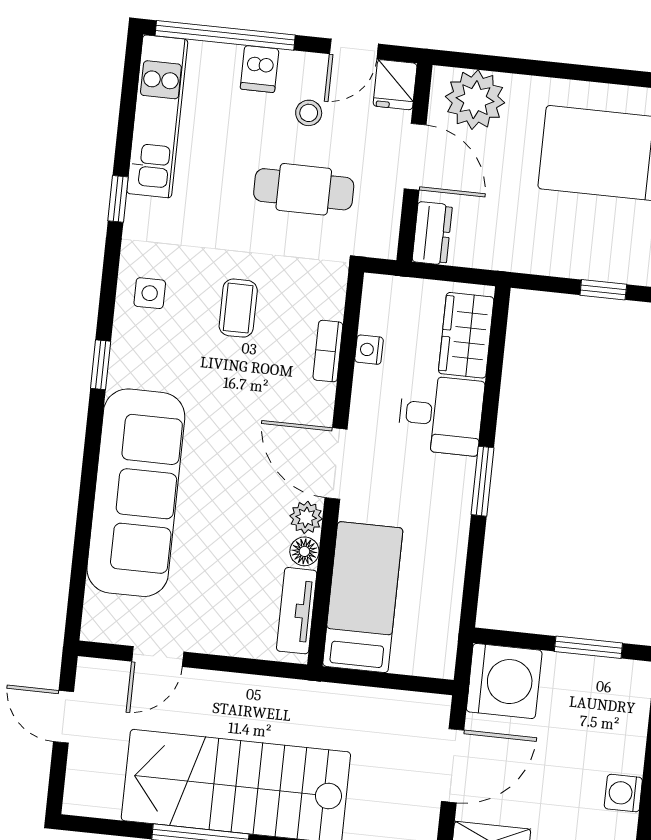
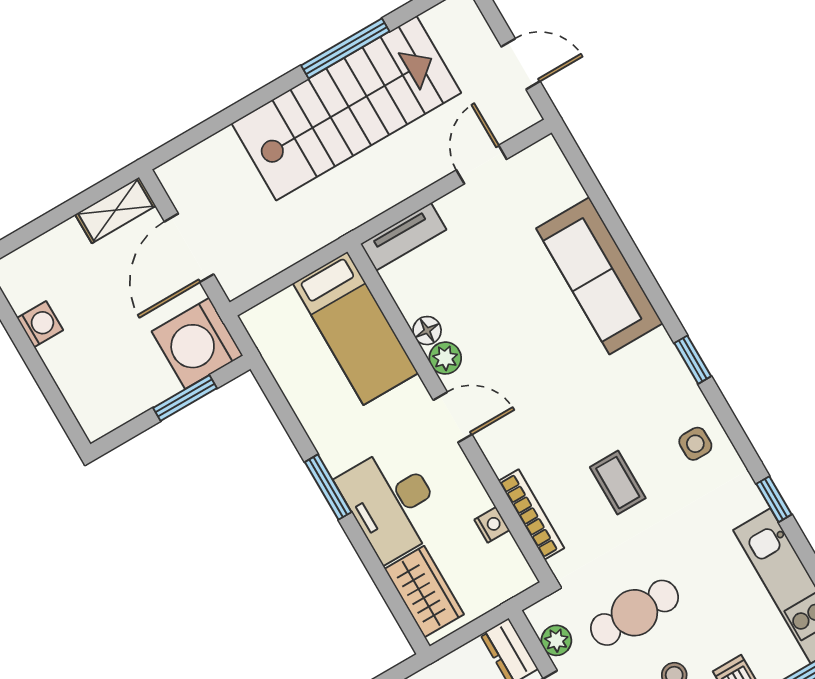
plant: (386, 214) -> (556, 640), added
bookcase: (328, 351) -> (531, 514), width x1.56
desk: (441, 415) -> (392, 503), width x1.37
door: (336, 463) -> (453, 417), width x0.73
sofa: (136, 493) -> (599, 276), width x0.74, depth x0.79
tv unit: (297, 611) -> (403, 237), moved, turned 90
window: (588, 647) -> (185, 398), moved

